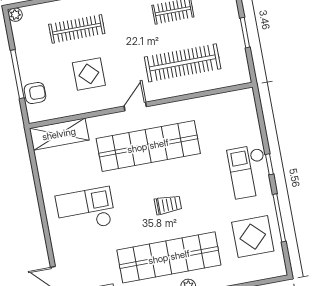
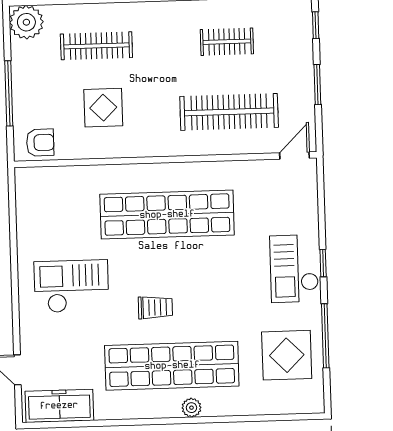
plant: (15, 15) -> (26, 22), width x1.88, depth x1.88
armchair: (35, 93) -> (40, 143), moved
door: (135, 106) -> (294, 156), moved
shelving: (59, 134) -> (52, 181), removed
trolley: (168, 205) -> (155, 307), moved

